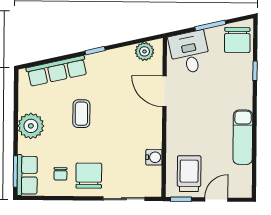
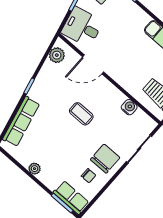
coffee table: (81, 114) -> (81, 114), moved
plant: (31, 126) -> (35, 169), width x0.53, depth x0.53
chair: (89, 176) -> (105, 159), turned 90

